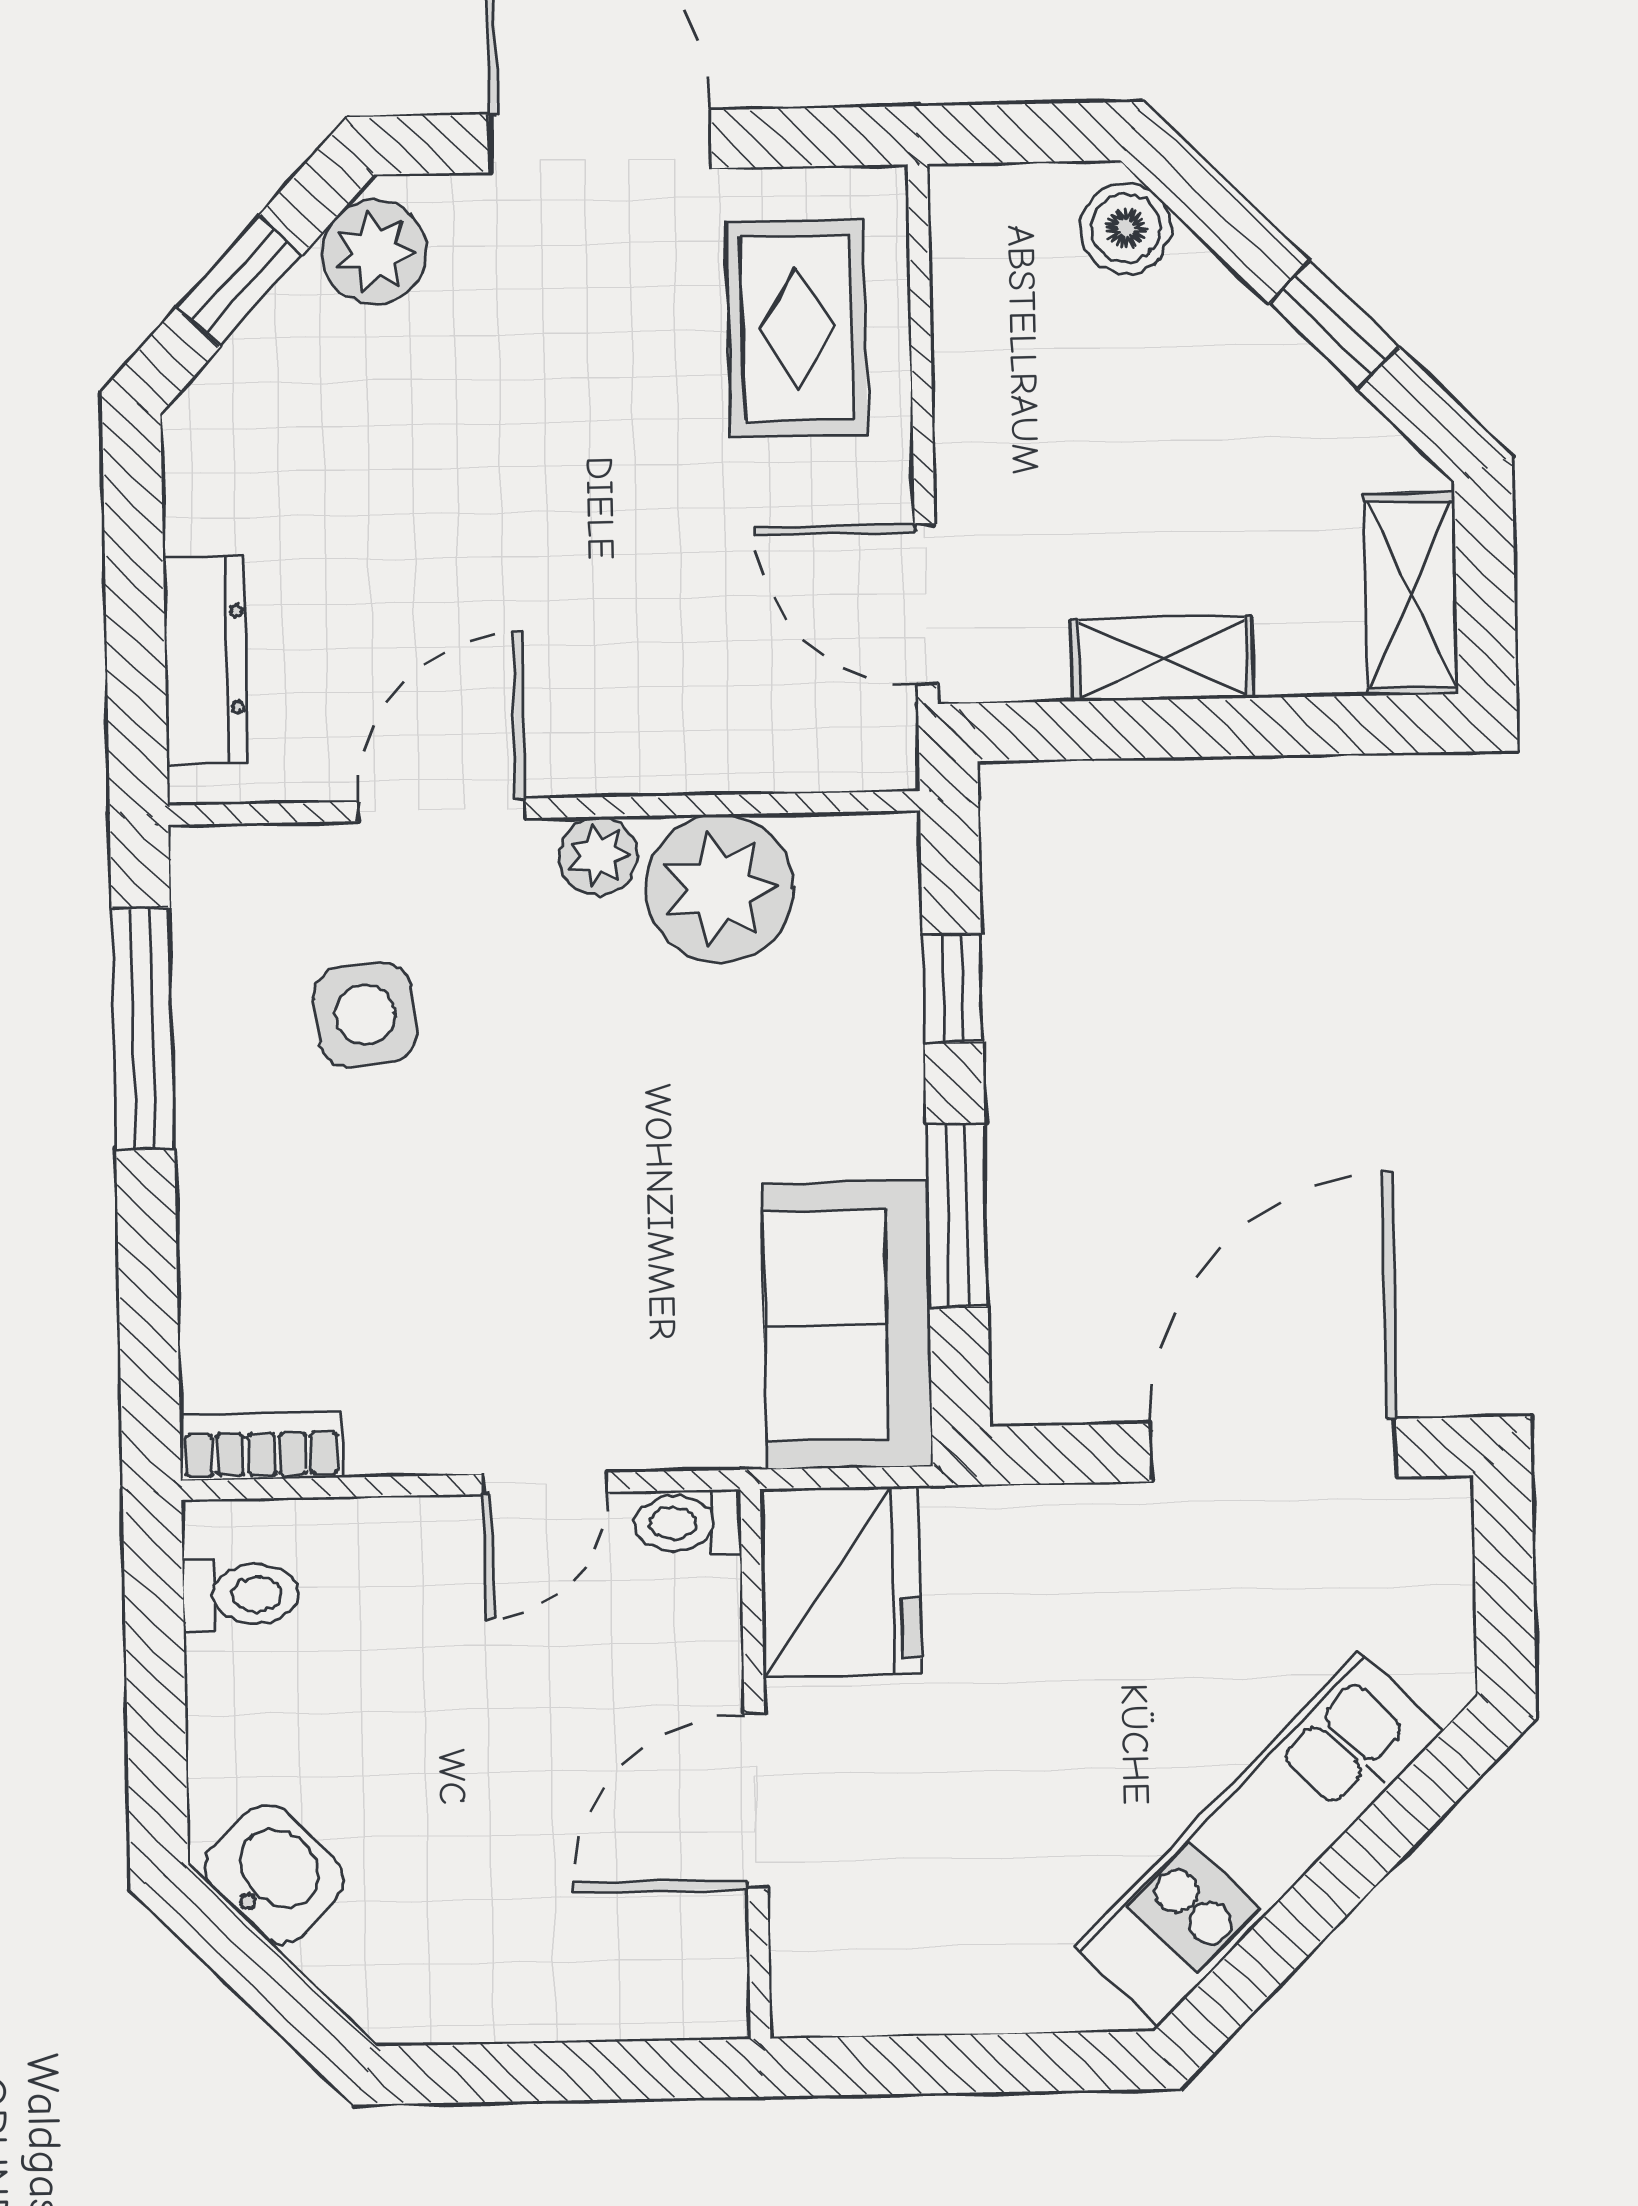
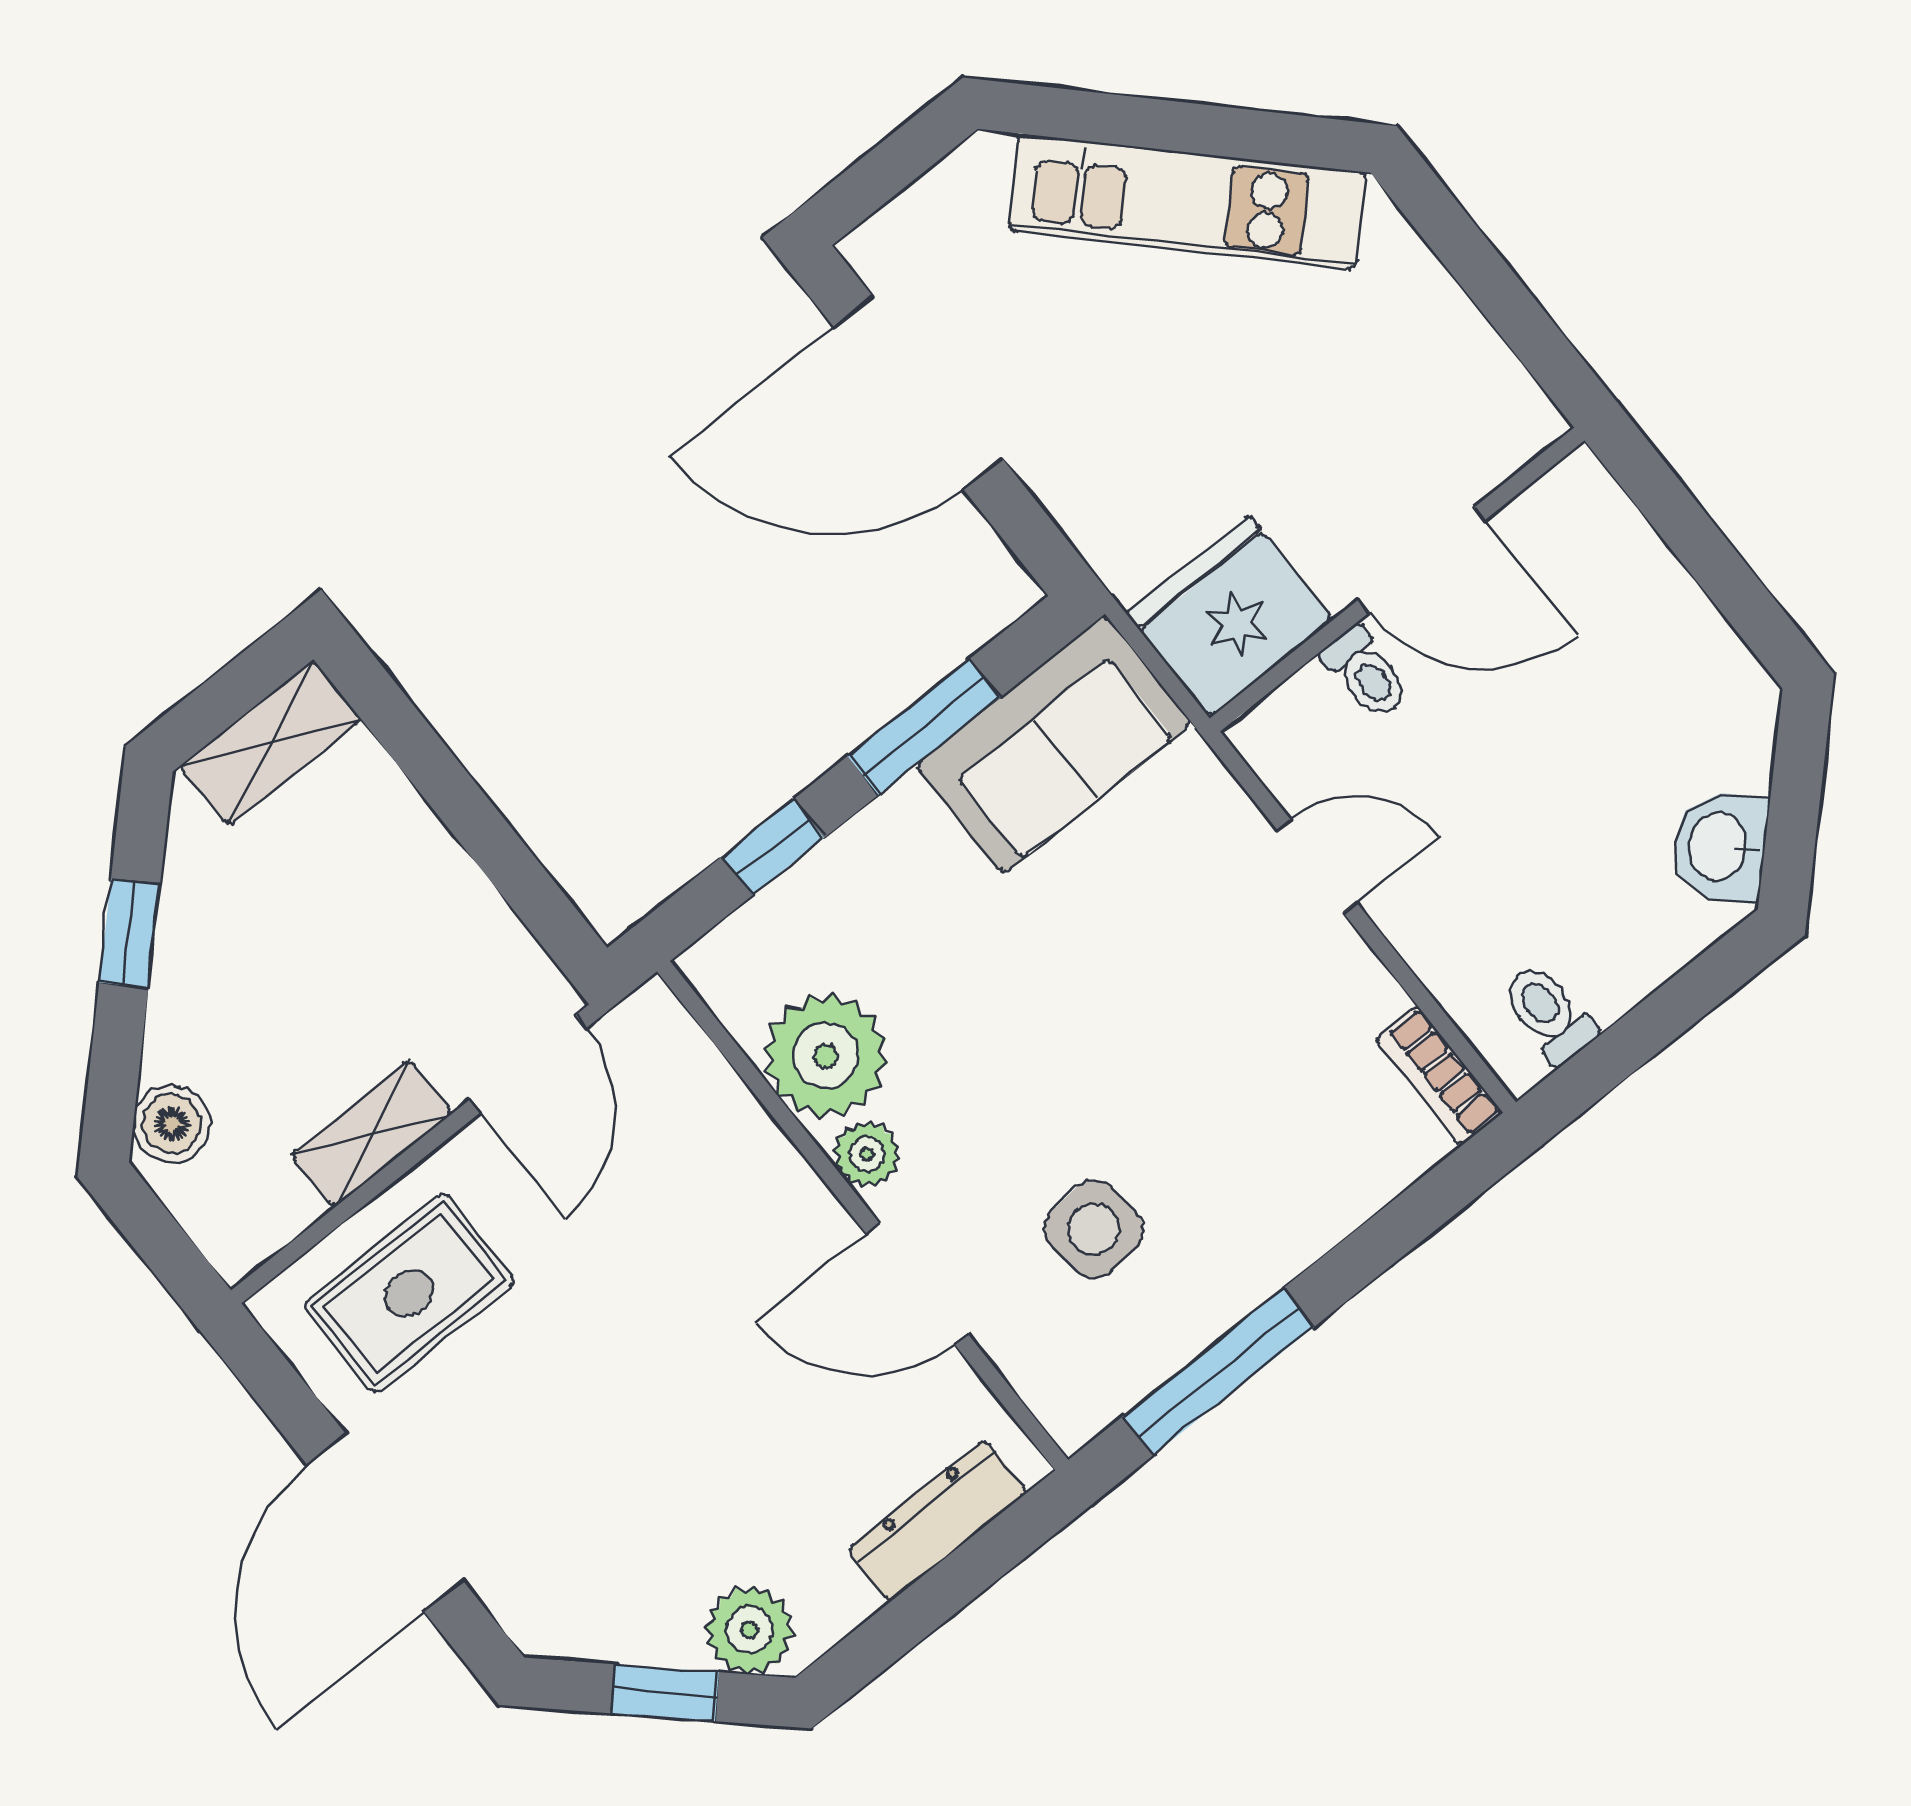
plant: (374, 252) -> (749, 1630), moved
shelving: (1162, 659) -> (372, 1134), moved, turned 90
toilet: (688, 1523) -> (1366, 673), moved

